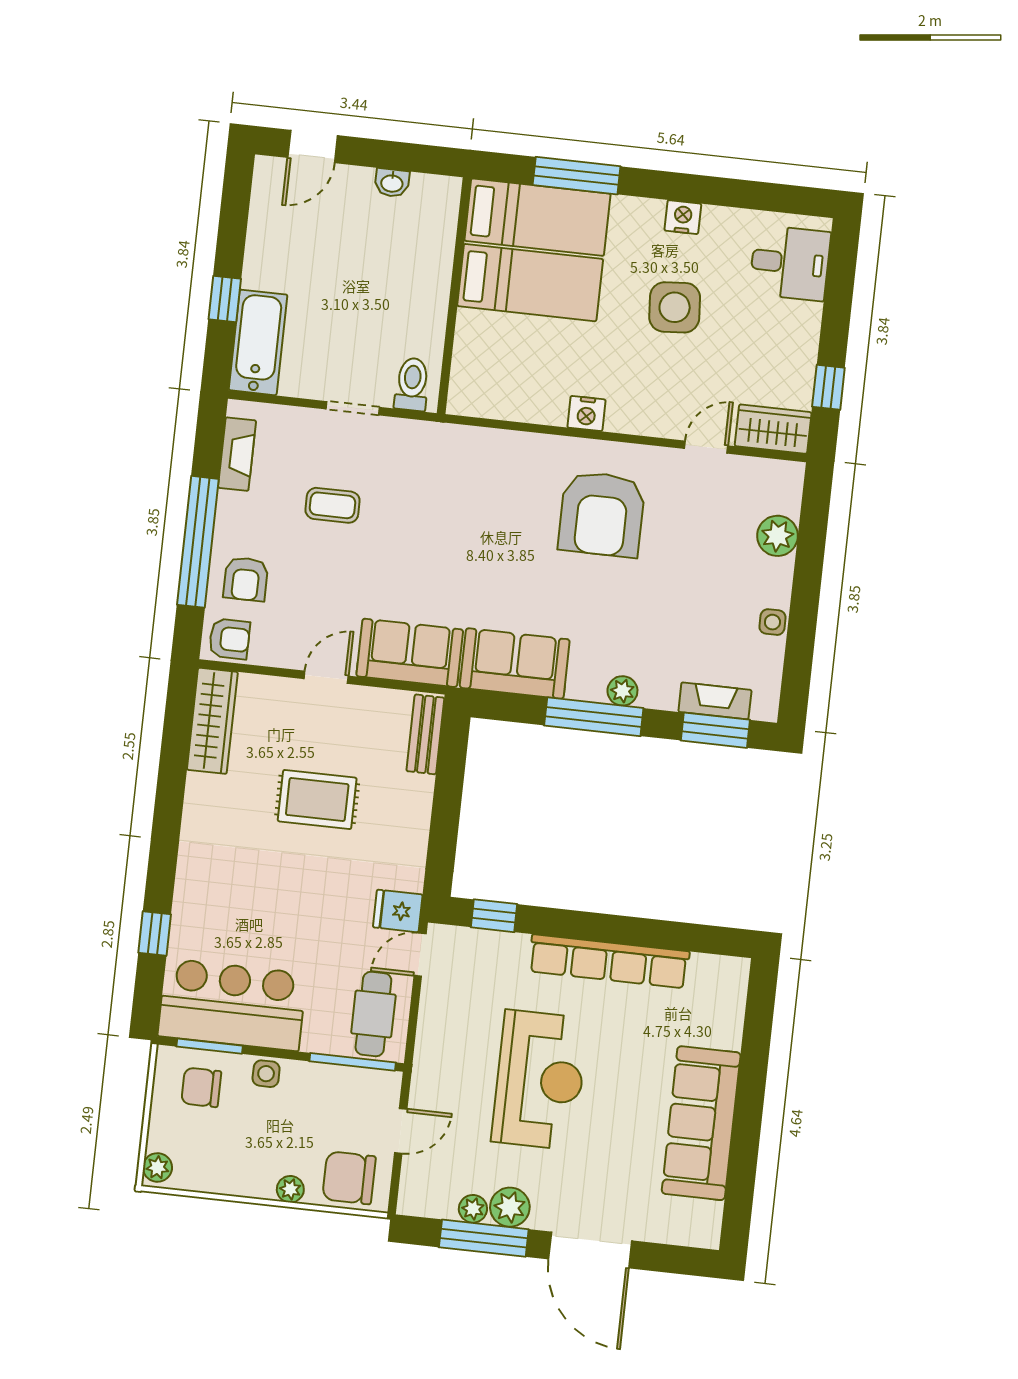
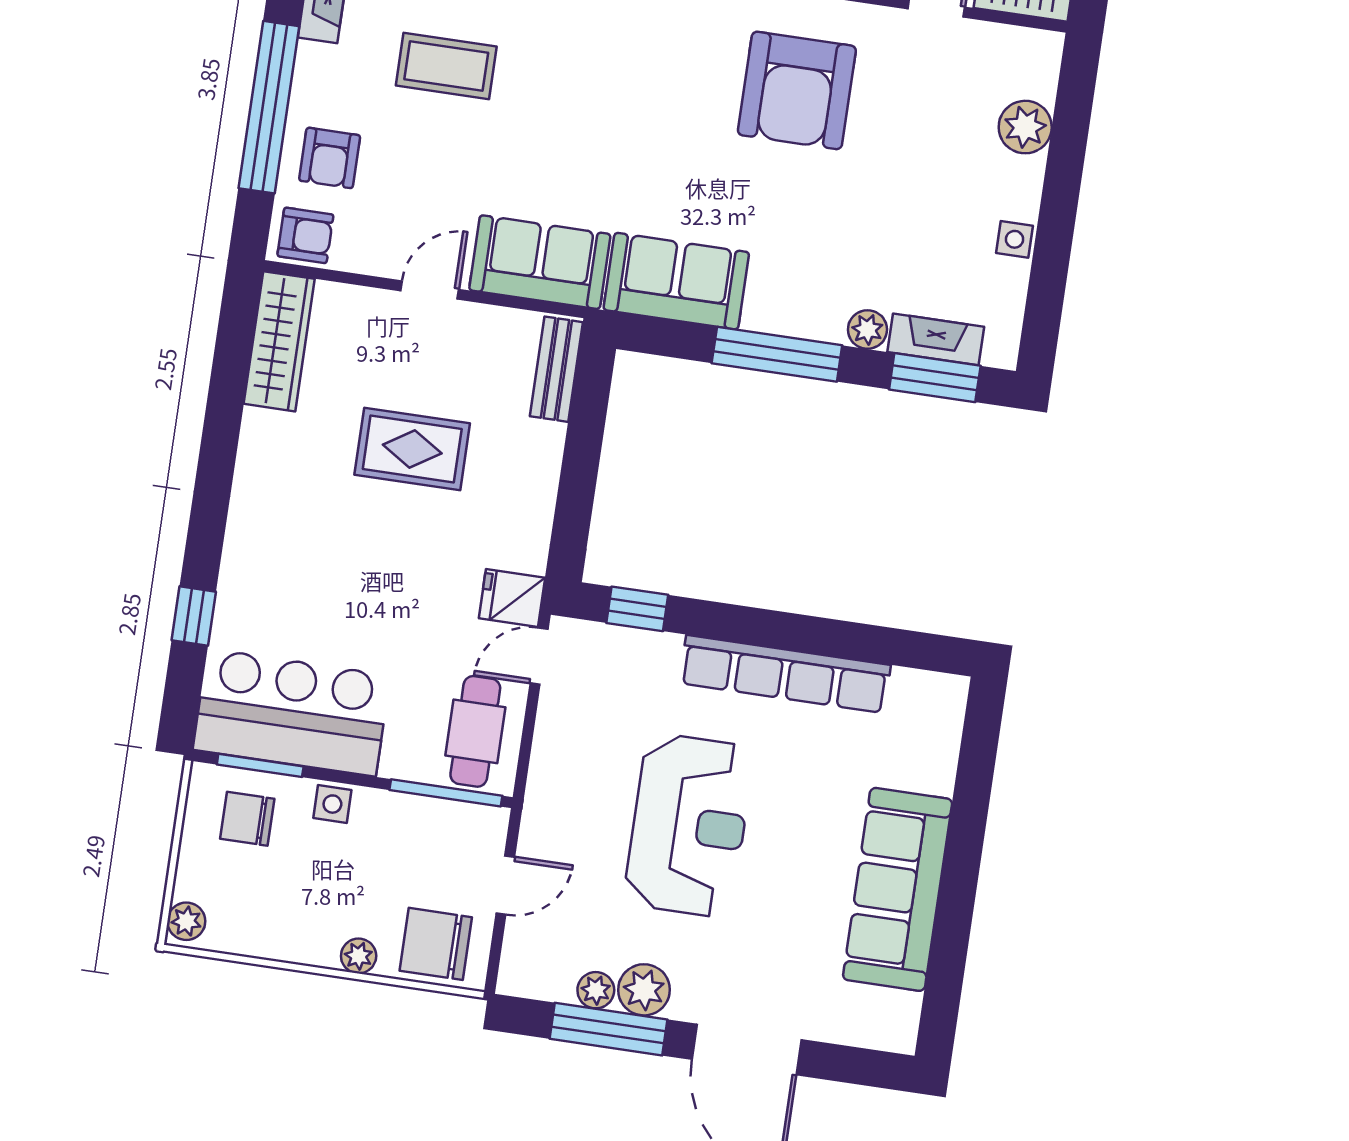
coffee table: (333, 505) -> (446, 66), width x1.36, depth x1.30
plant: (622, 691) -> (867, 330), moved

